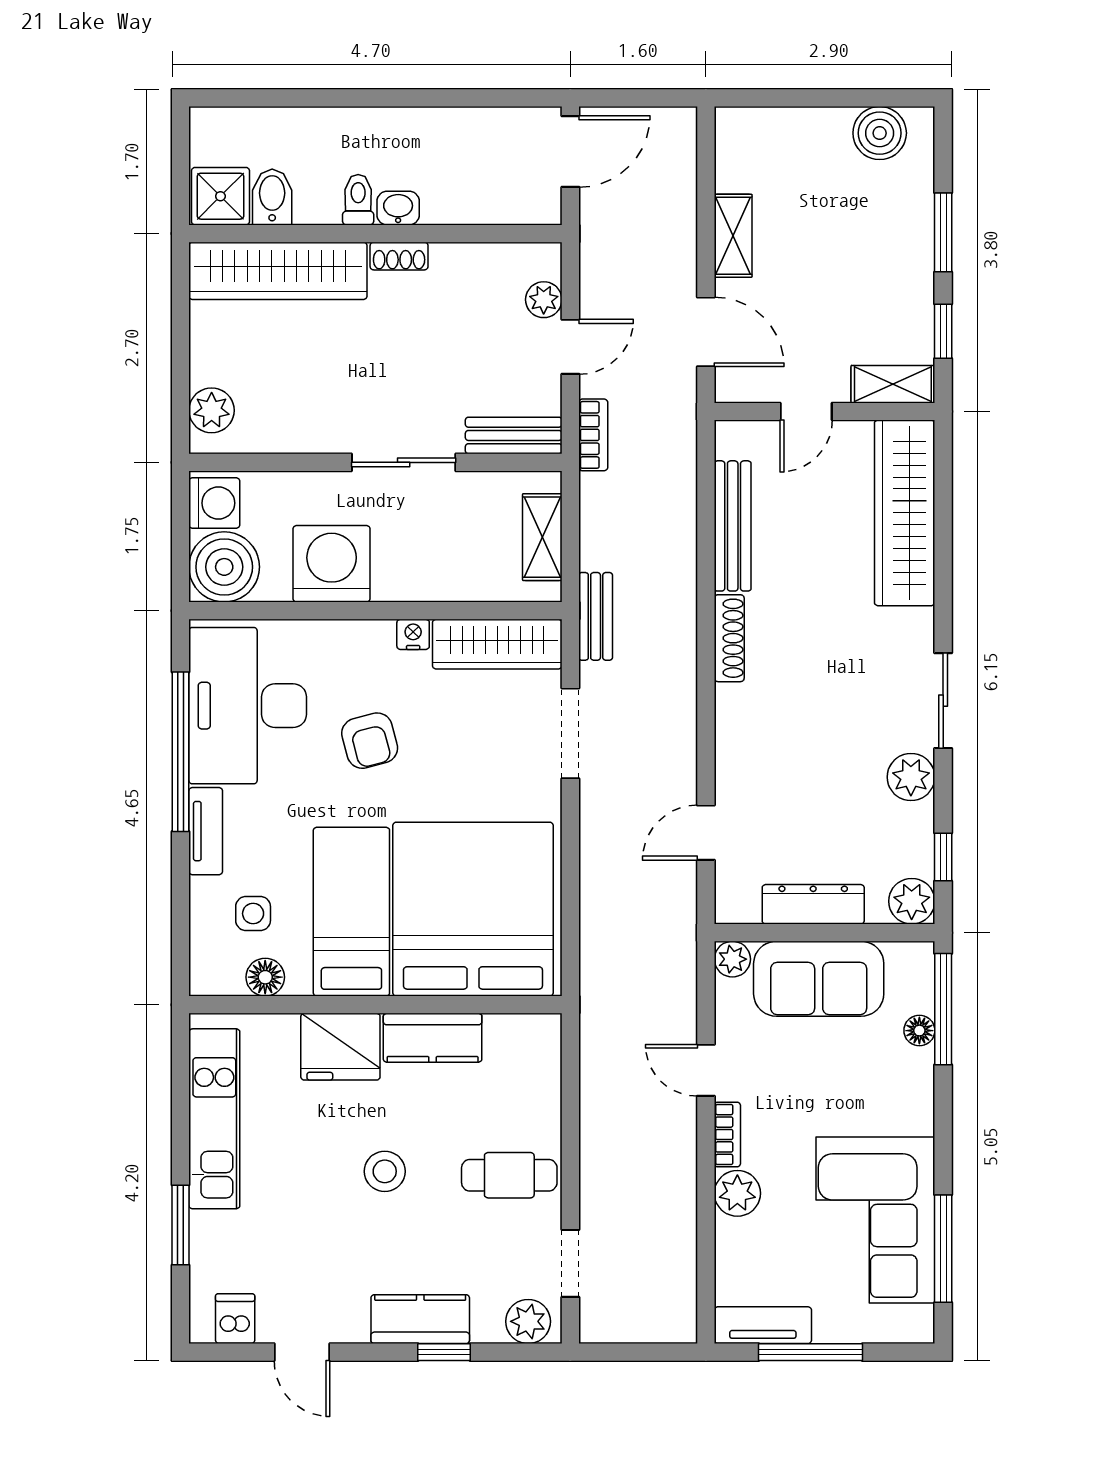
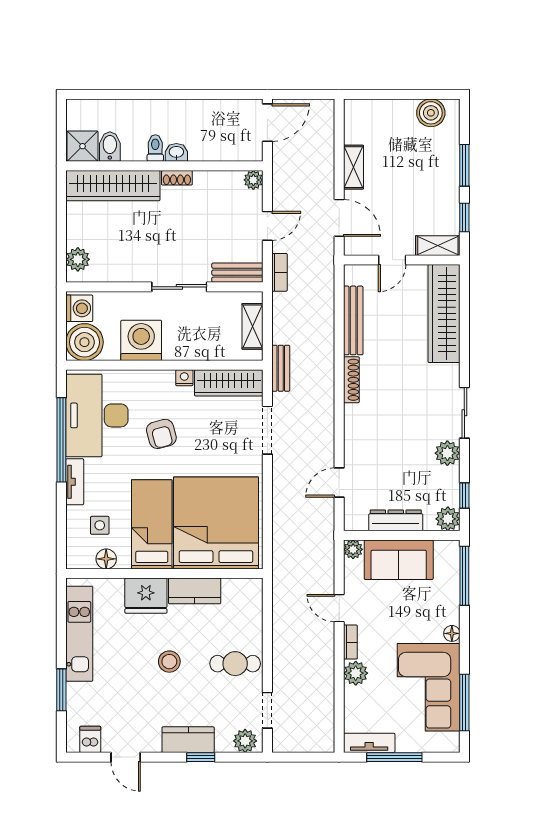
plant: (544, 300) -> (253, 180), moved
floor lamp: (919, 1031) -> (452, 633), moved

